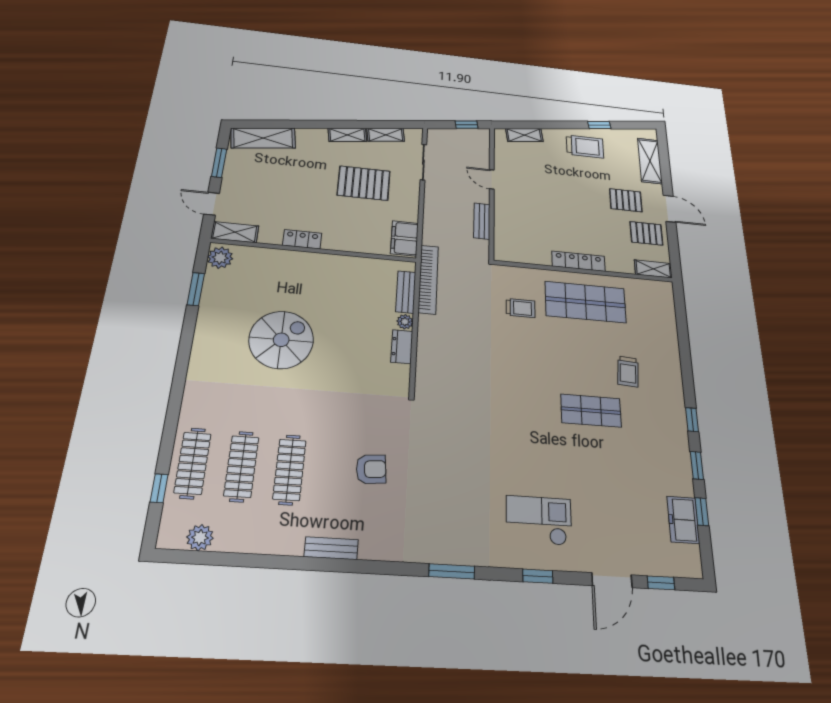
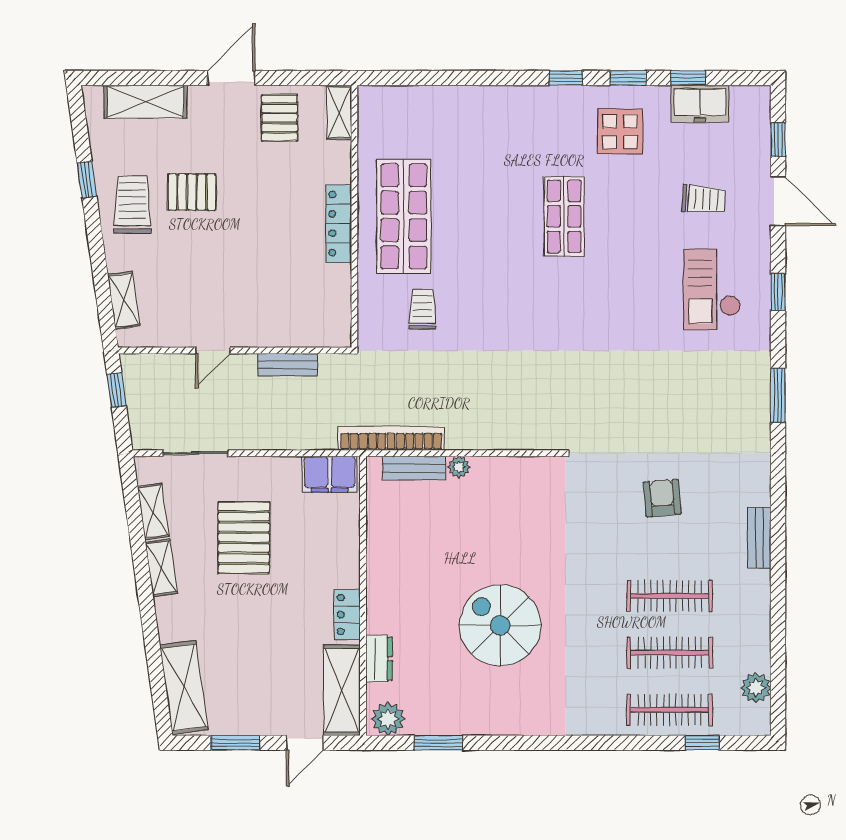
pallet: (626, 200) -> (192, 192), moved, turned 90
shelving: (235, 232) -> (342, 690), width x1.50, depth x1.33
dresser: (402, 347) -> (379, 659), moved, turned -90
trolley: (628, 371) -> (704, 199), moved
display table: (657, 456) -> (620, 131), added

